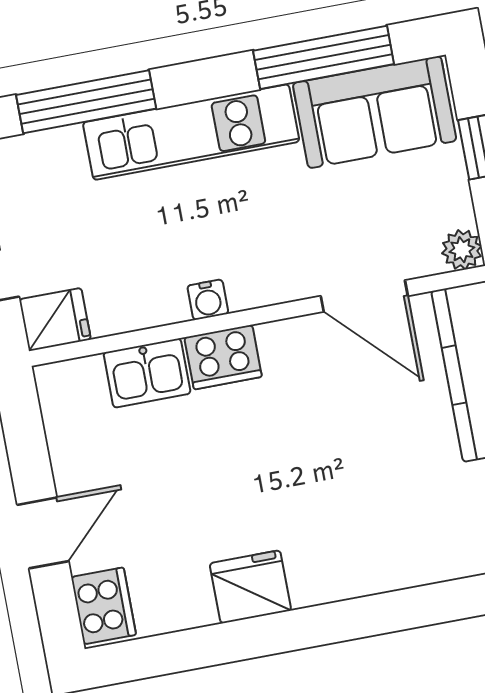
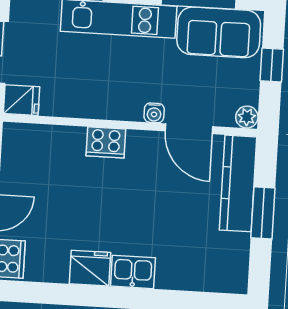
water cooler: (208, 300) -> (154, 113), moved
kitchen sink: (147, 373) -> (133, 272), moved, turned 180

